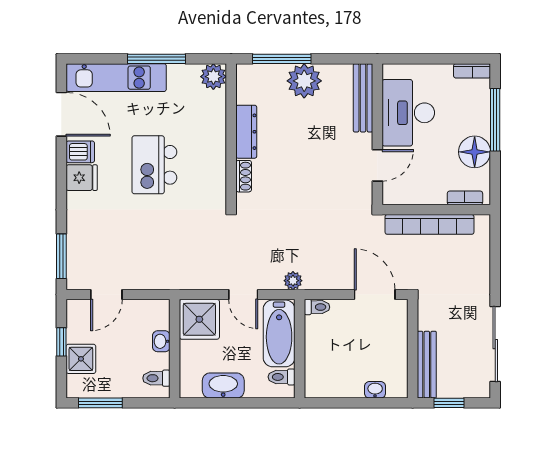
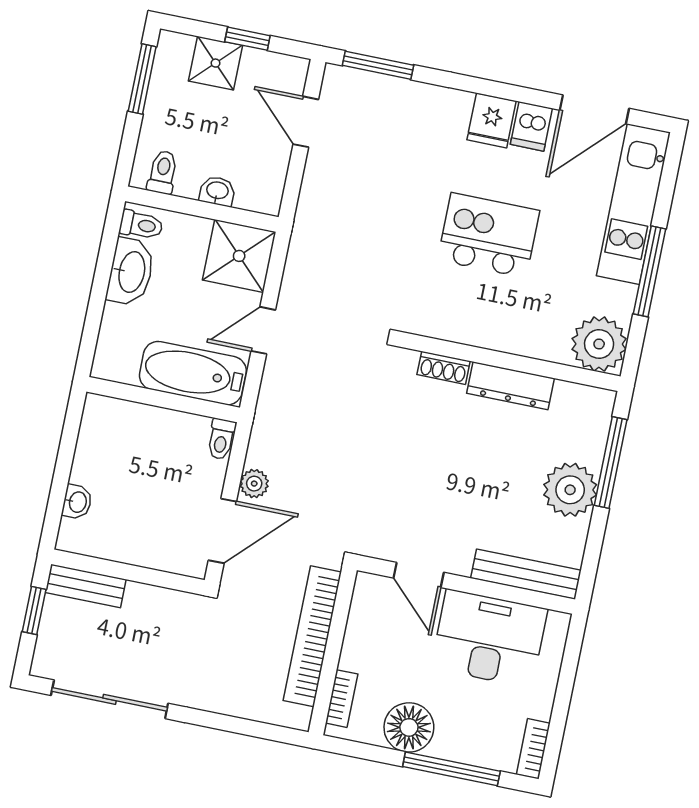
plant: (213, 77) -> (599, 344), width x1.36, depth x1.36
plant: (293, 281) -> (254, 484), moved
bench: (427, 365) -> (86, 586), width x0.73
toilet: (282, 377) -> (141, 225), moved, turned 90

